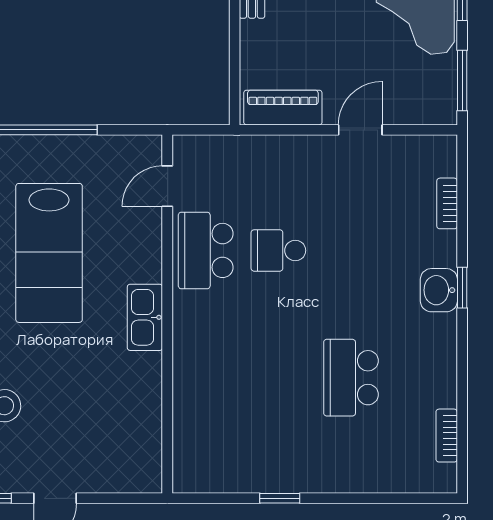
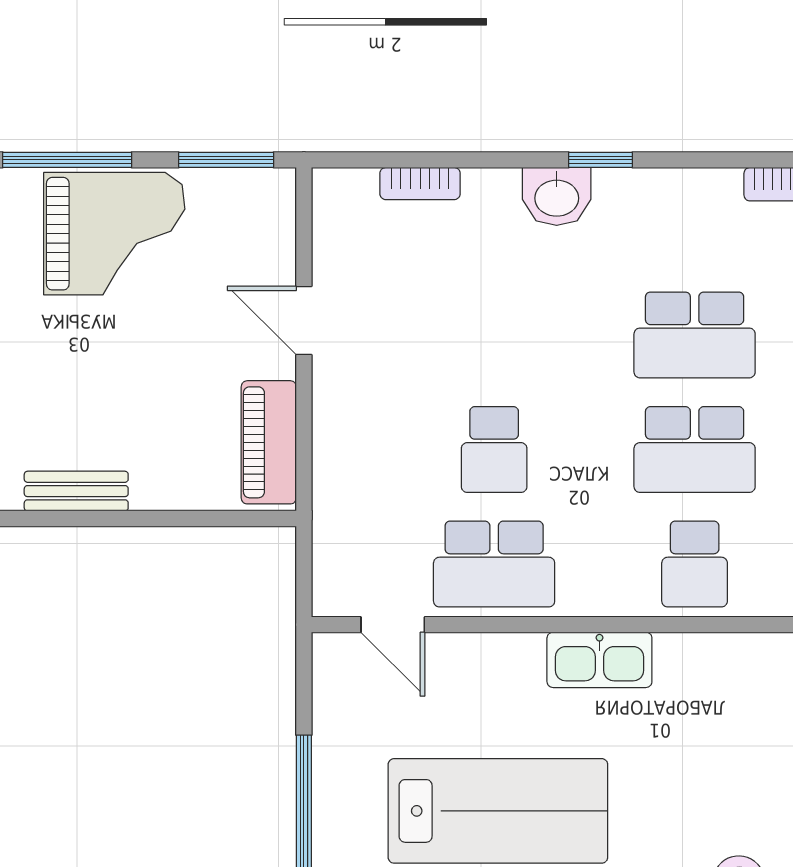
window: (462, 288) -> (600, 160), moved
school desk: (206, 378) -> (695, 564), added
school desk: (278, 378) -> (695, 450), added

